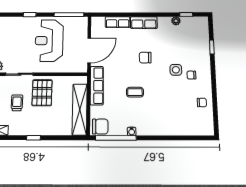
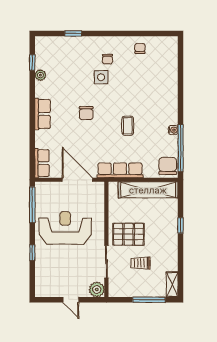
row of seats: (118, 22) -> (42, 163), moved
reception desk: (49, 41) -> (65, 228), turned 180
window: (33, 138) -> (181, 225), moved

